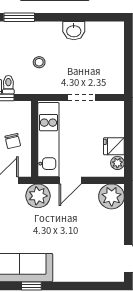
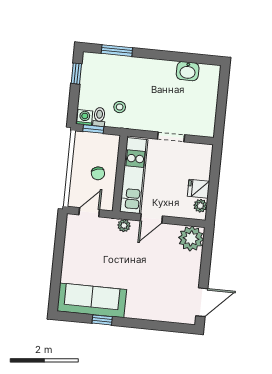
washbasin: (74, 31) -> (188, 71), moved
stool: (39, 62) -> (120, 107), moved
plant: (38, 196) -> (124, 226), width x0.53, depth x0.53

